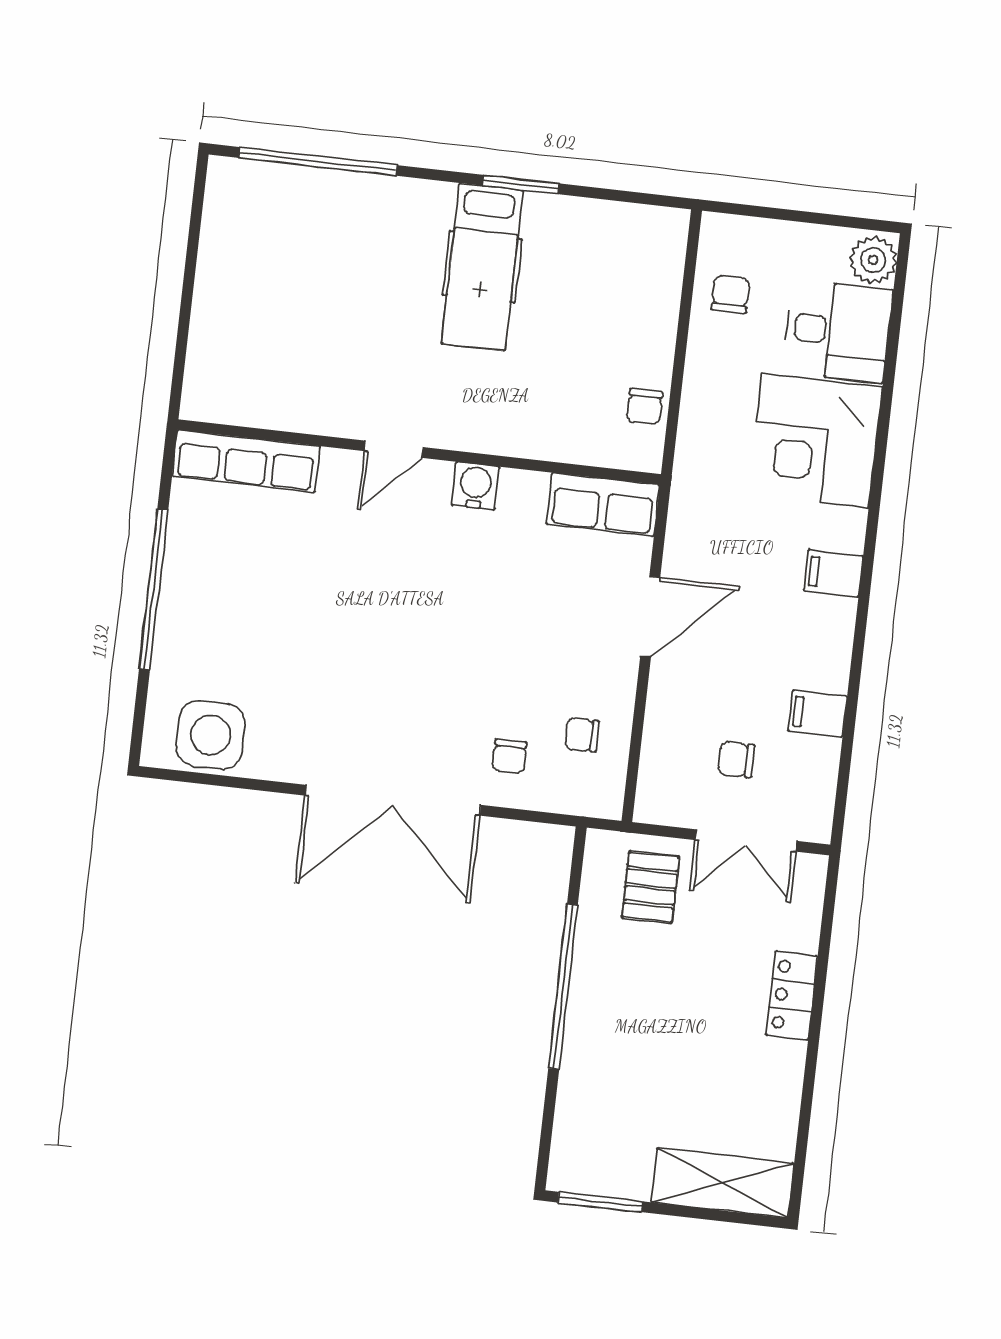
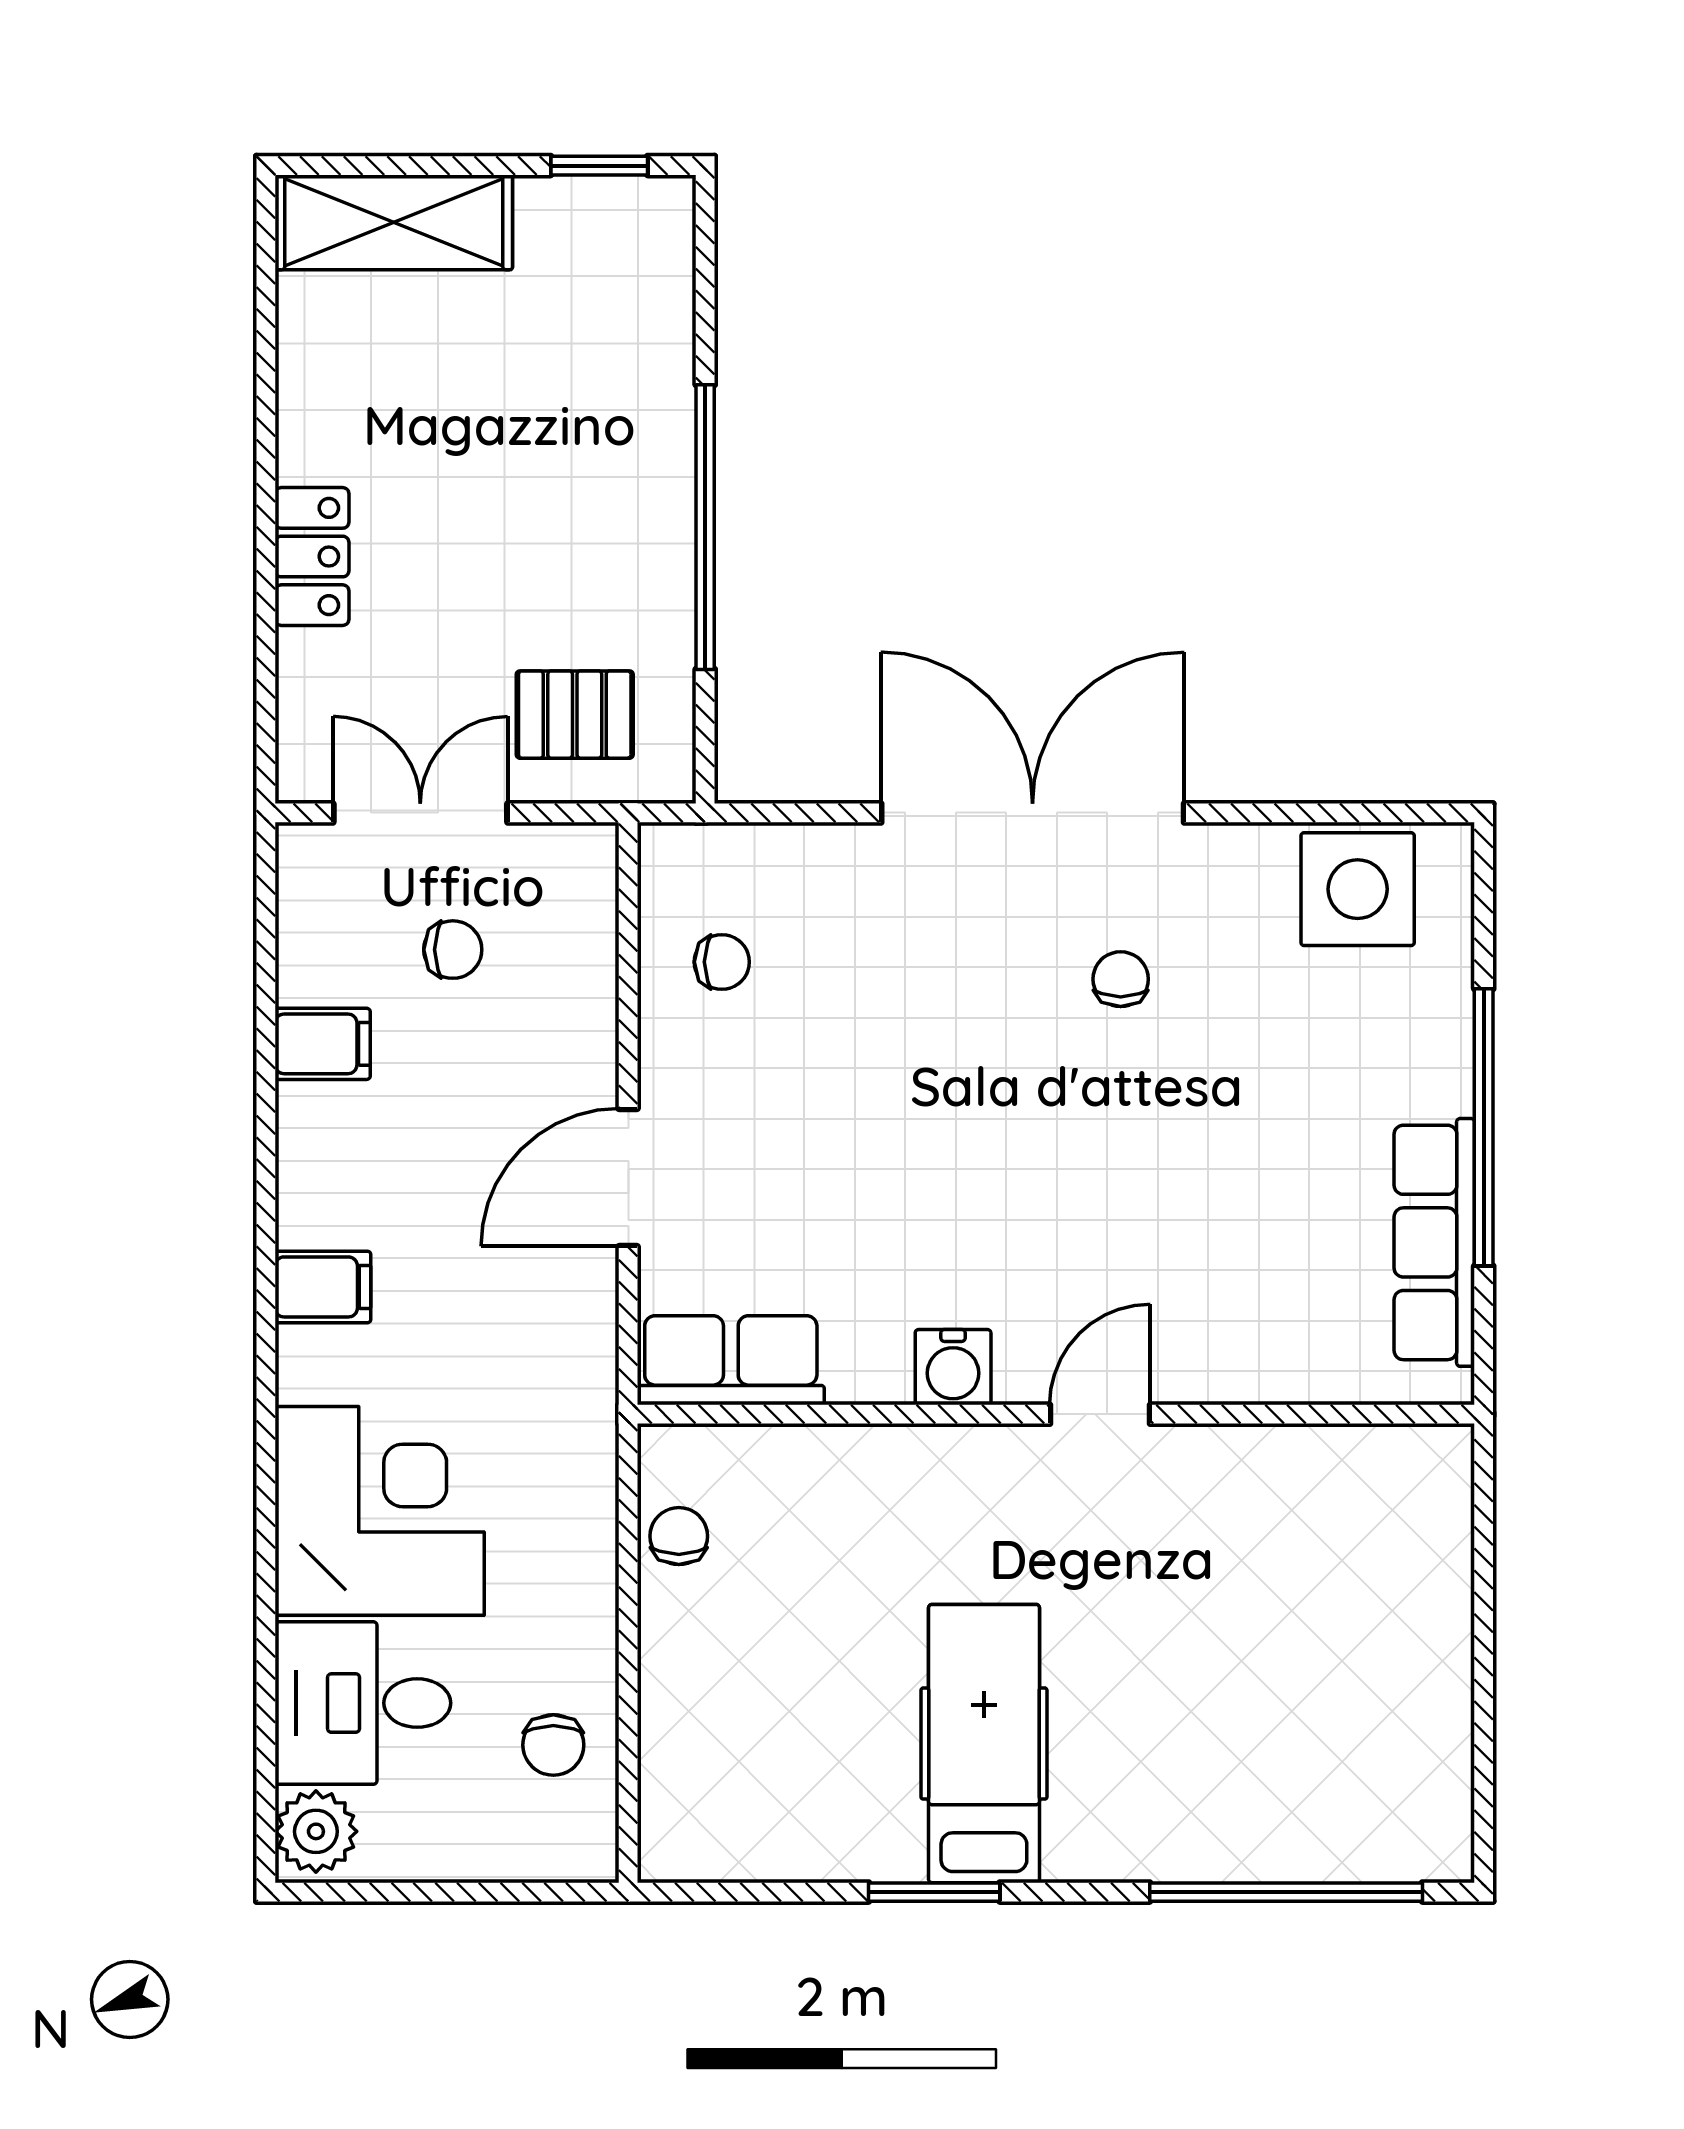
row of seats: (246, 461) -> (1434, 1242), moved, turned -90
chair: (509, 756) -> (1121, 979), moved
pallet: (651, 887) -> (575, 715), turned 90
window: (600, 1202) -> (599, 166), width x0.67

